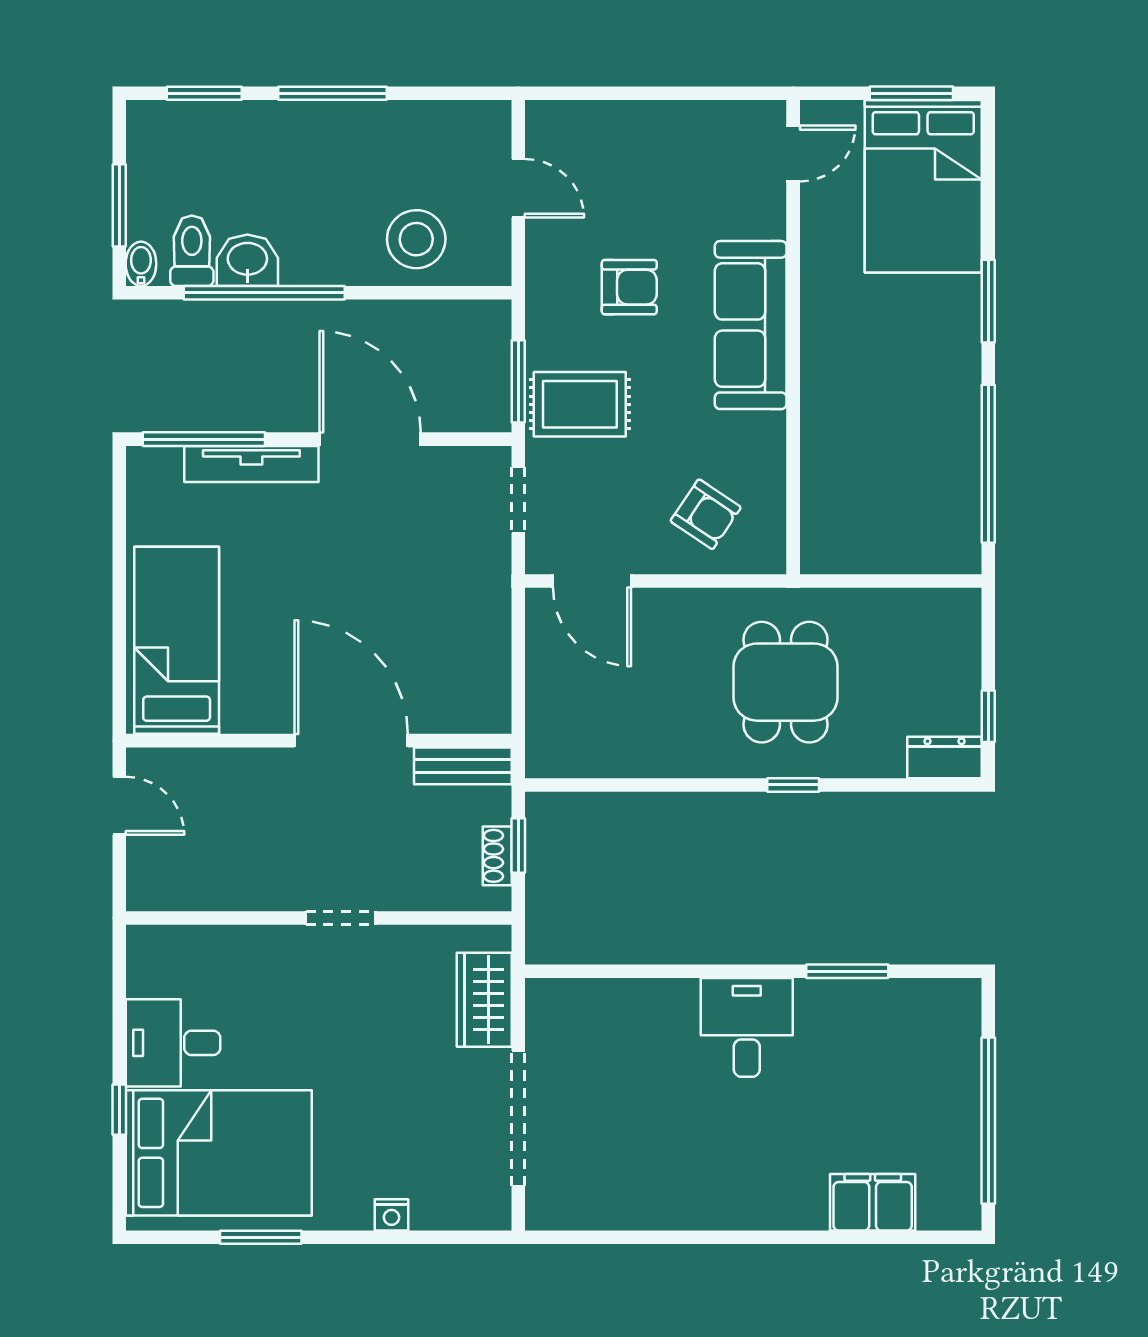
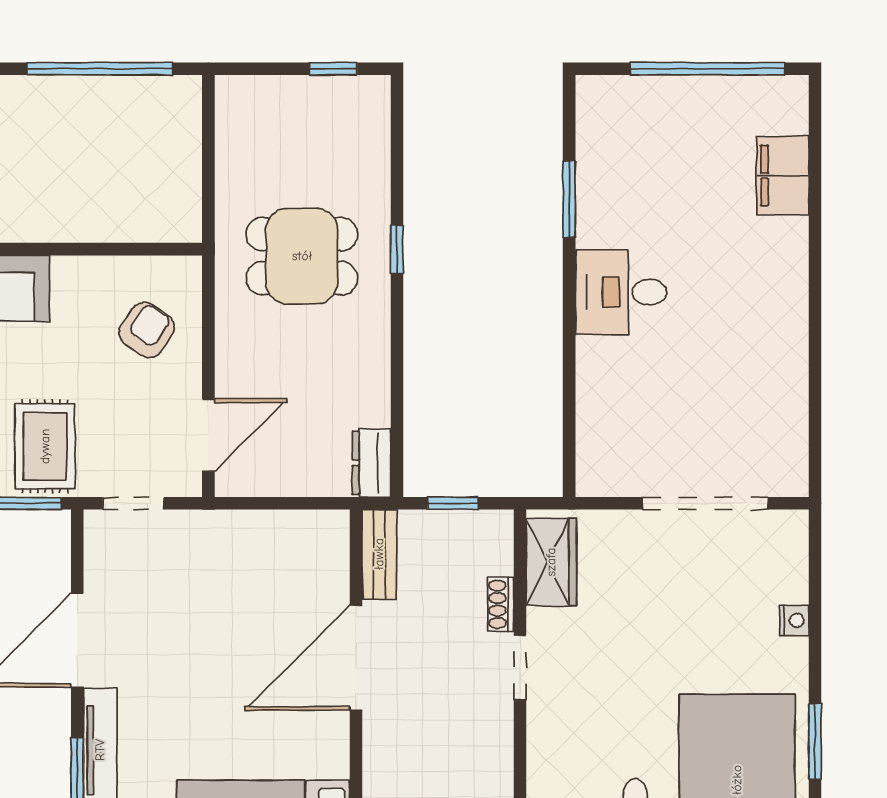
dresser: (945, 757) -> (372, 463), moved
shoe rack: (497, 856) -> (501, 604), moved, turned 90
wardrobe: (484, 1000) -> (551, 562), moved, turned -90

